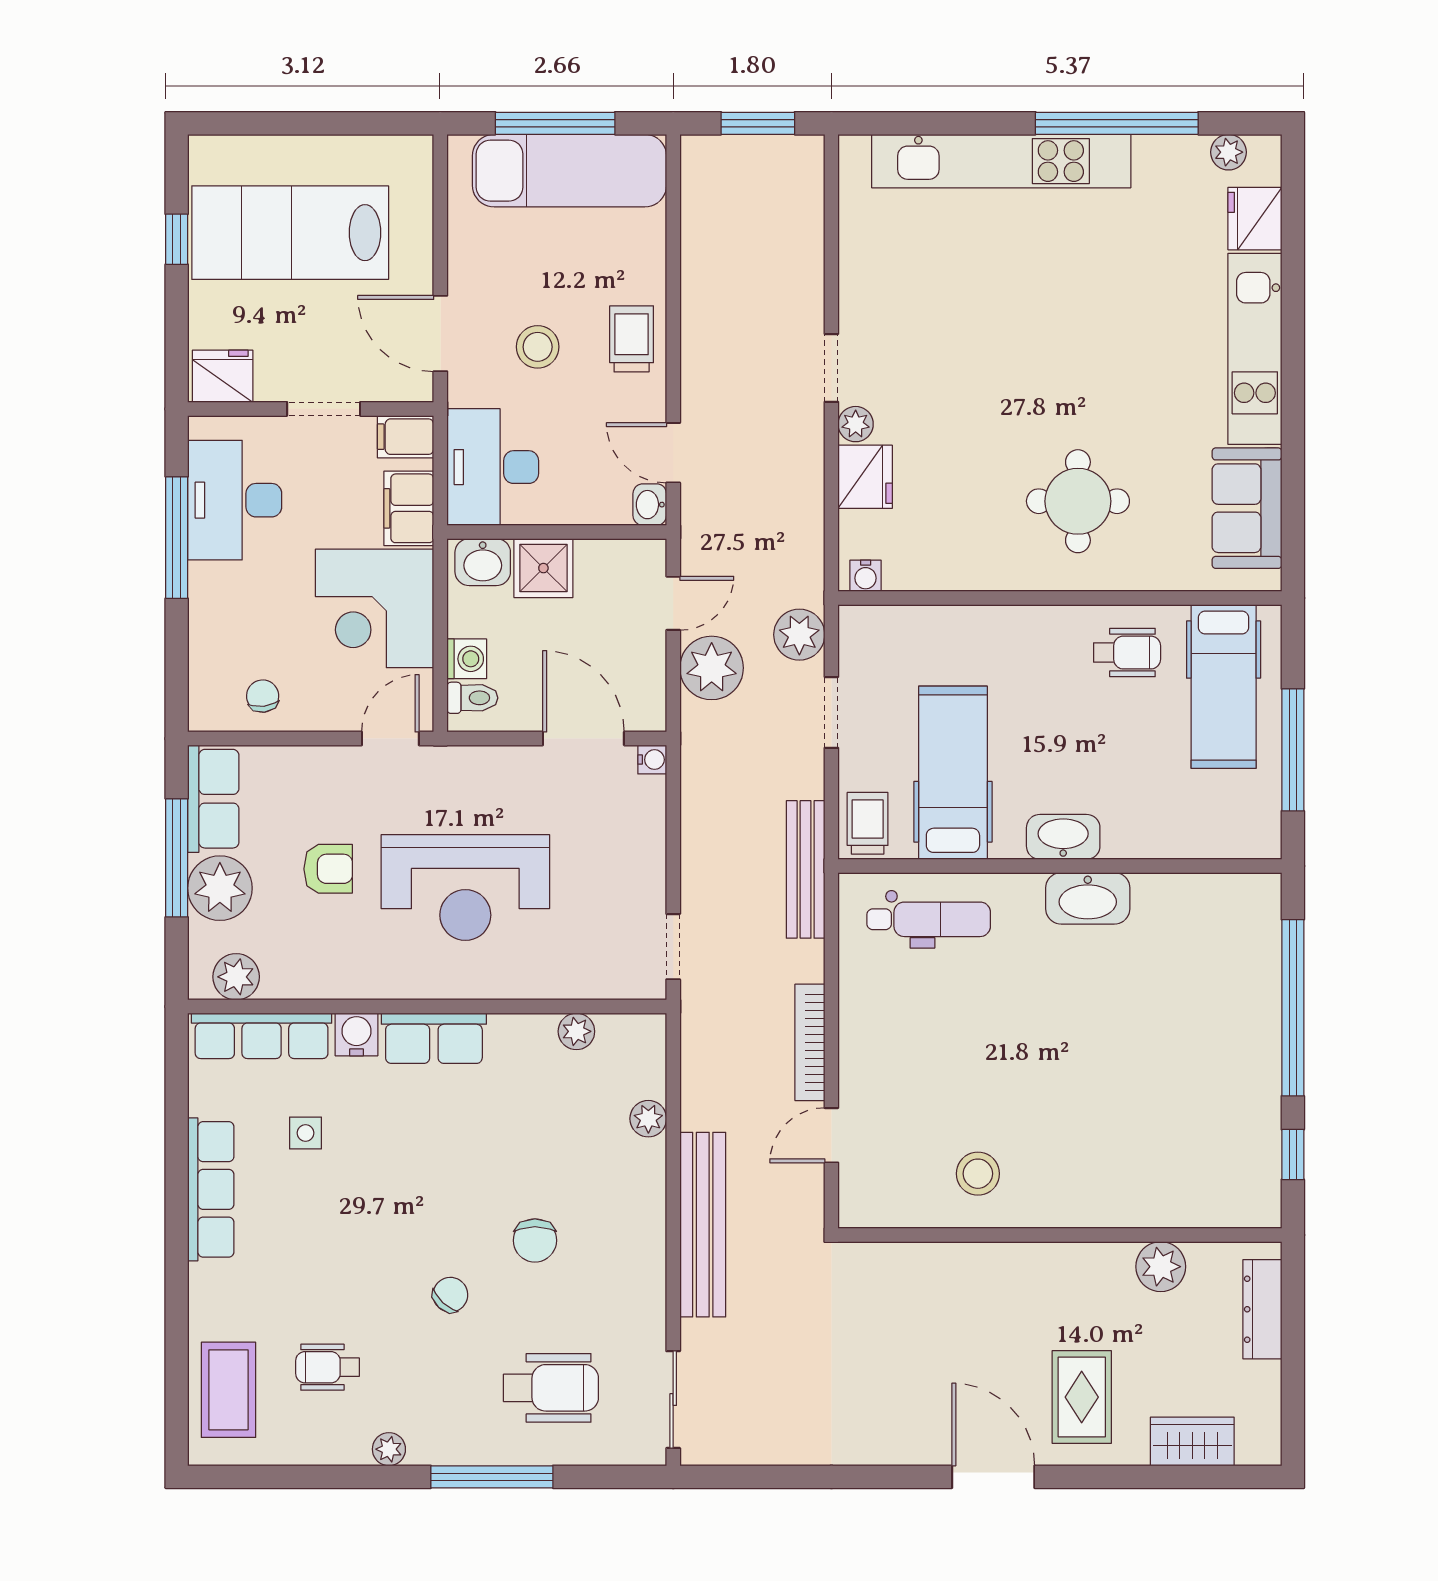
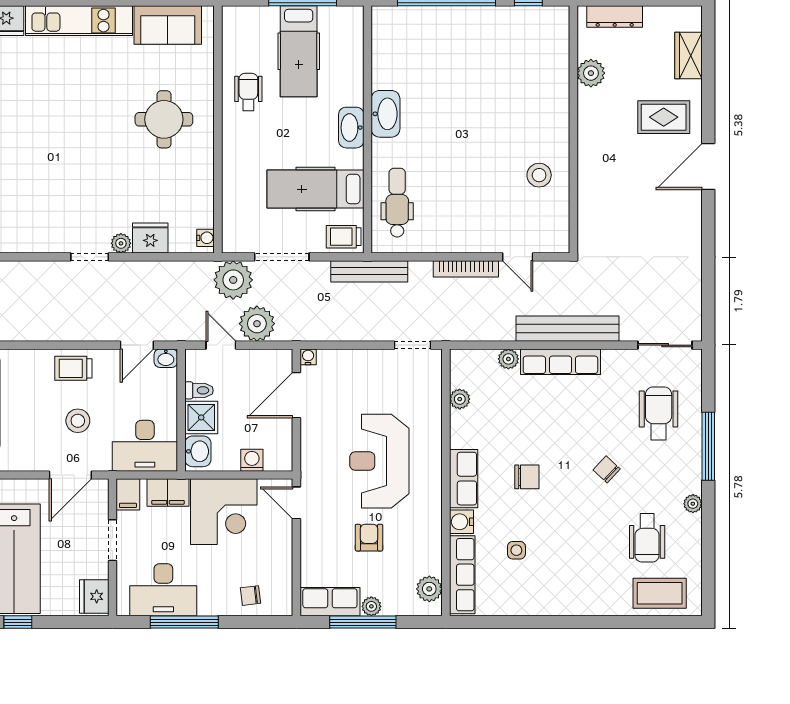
plant: (799, 635) -> (233, 280), width x1.36, depth x1.36
hospital bed: (1224, 686) -> (299, 51), moved, turned 90
chair: (263, 696) -> (251, 596), moved
toilet: (472, 698) -> (199, 390), moved, turned 90
doorway: (831, 712) -> (282, 257), width x1.38
reception desk: (465, 887) -> (379, 461), turned 180
plant: (220, 888) -> (371, 606), width x0.53, depth x0.53
row of seats: (211, 1189) -> (560, 362), moved, turned 180
chair: (535, 1240) -> (527, 477), moved
wheelchair: (327, 1367) -> (647, 538), width x1.36, depth x1.37

